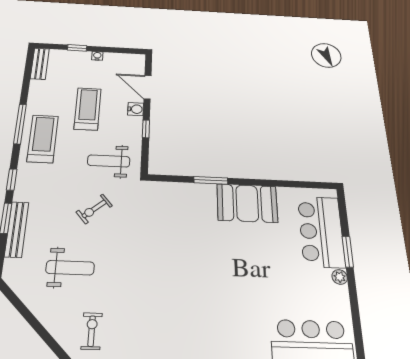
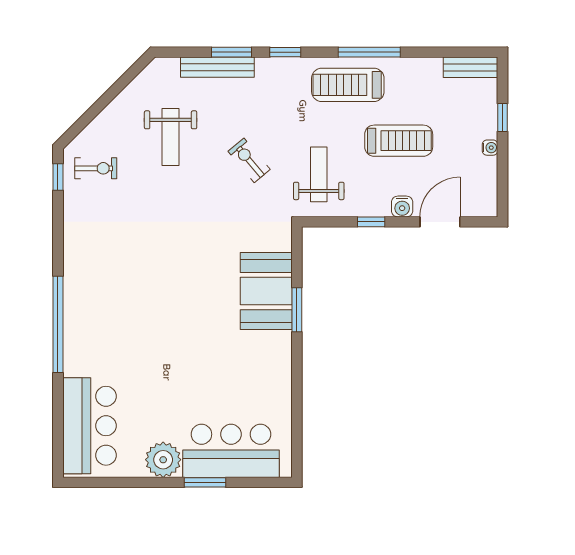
treadmill: (43, 139) -> (348, 85), turned 180
booth: (247, 203) -> (266, 291), moved
plant: (340, 277) -> (163, 460), width x1.88, depth x1.88

